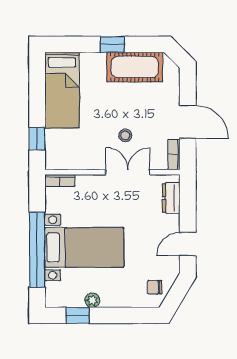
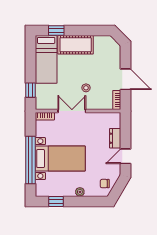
window: (112, 44) -> (56, 30), moved
cot: (135, 67) -> (76, 45), moved
double door: (128, 172) -> (72, 111), moved
dresser: (171, 198) -> (115, 138), moved
plant: (92, 300) -> (80, 192), moved

